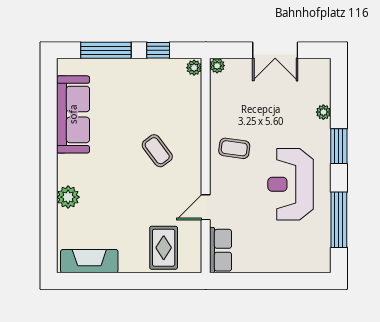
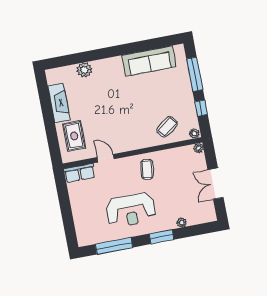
coffee table: (157, 151) -> (167, 127), moved
reception desk: (291, 184) -> (131, 210), turned 180
plant: (68, 197) -> (84, 70), moved
rug: (164, 248) -> (74, 136), turned 90
fireplace: (89, 261) -> (59, 103), moved

